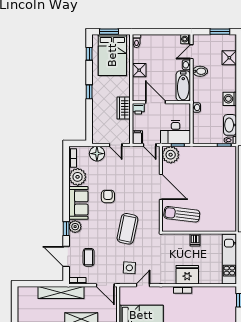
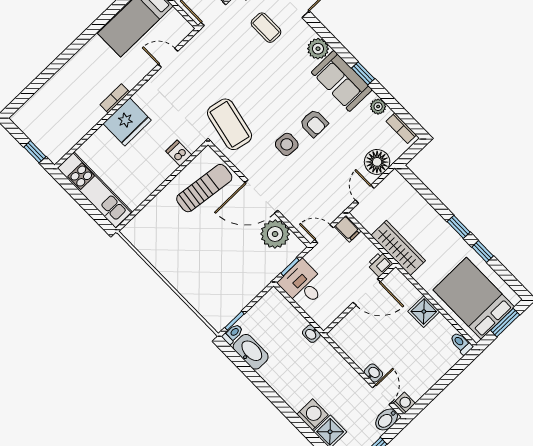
window: (89, 54) -> (483, 252), moved
bidet: (200, 71) -> (387, 419), moved
bathtub: (183, 86) -> (352, 344), removed
washing machine: (230, 99) -> (312, 415), moved
wardrobe: (124, 108) -> (398, 248), width x1.50
desk: (176, 132) -> (303, 284), width x0.73
door: (116, 145) -> (365, 194), hinge flipped
plant: (171, 155) -> (275, 234), moved
plant: (78, 177) -> (378, 107), width x0.53, depth x0.53
window: (66, 229) -> (363, 73), moved
coffee table: (127, 229) -> (230, 124), moved
dishwasher: (195, 240) -> (179, 153), moved
side table: (129, 268) -> (287, 144), moved
door: (143, 285) -> (168, 58), swing flipped

